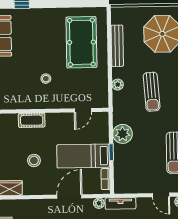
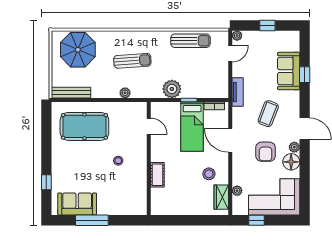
bench: (117, 46) -> (71, 93), moved
stool: (34, 161) -> (209, 174), moved
plant: (99, 203) -> (237, 191), moved

